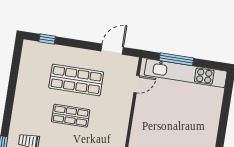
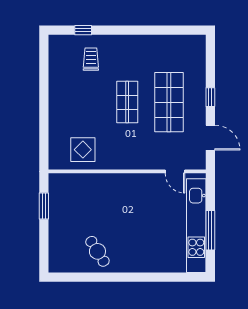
window: (47, 39) -> (210, 97), moved
window: (176, 59) -> (210, 230), moved

